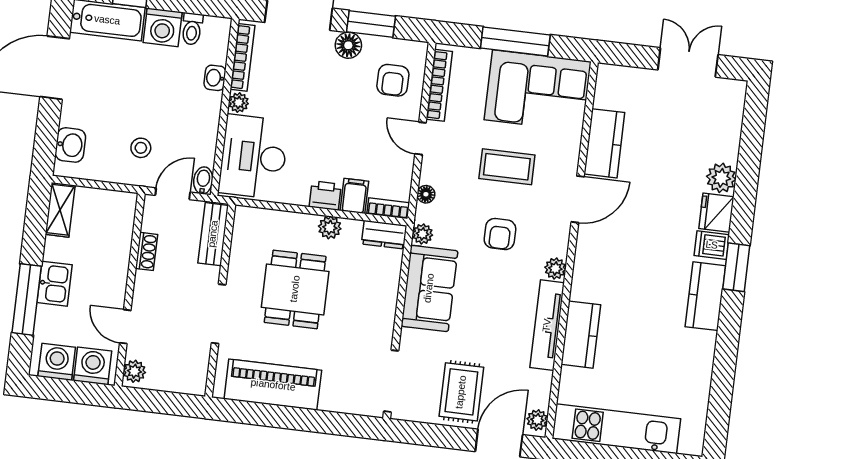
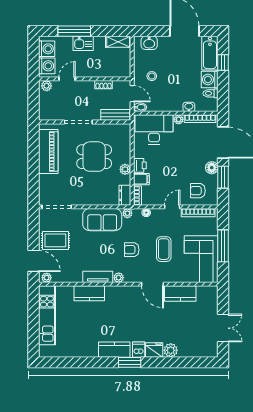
tv unit: (547, 325) -> (98, 277), width x0.71

